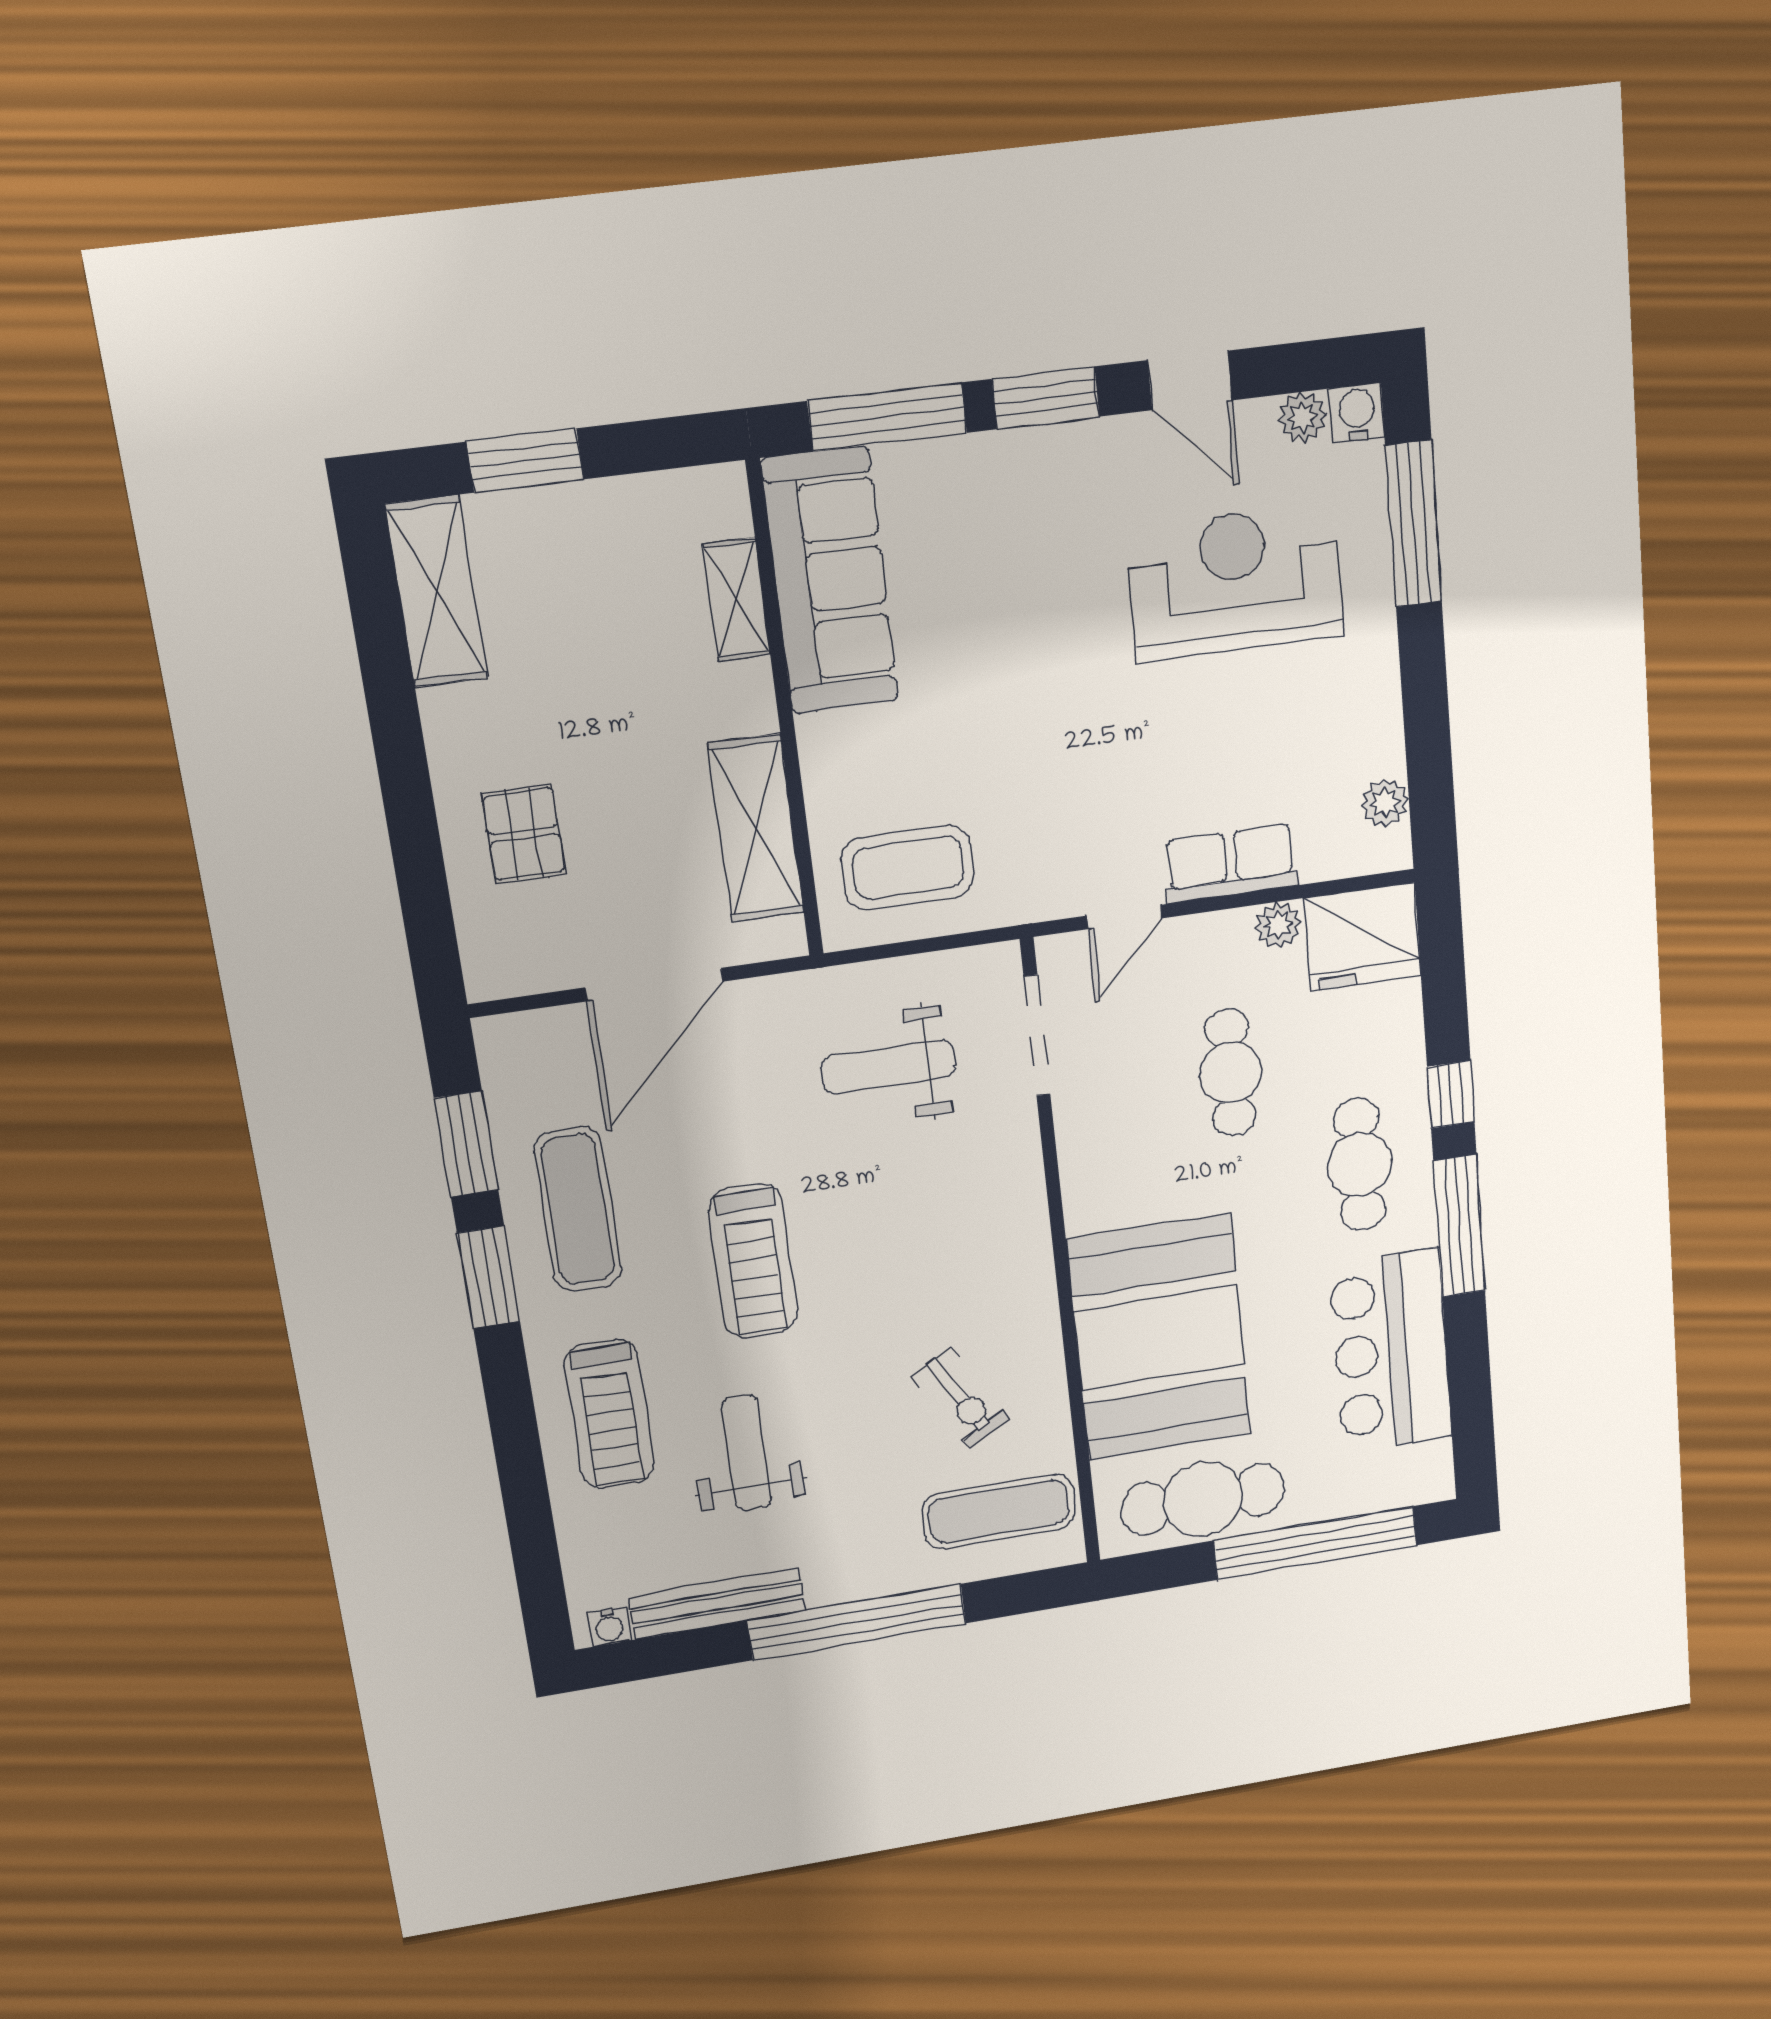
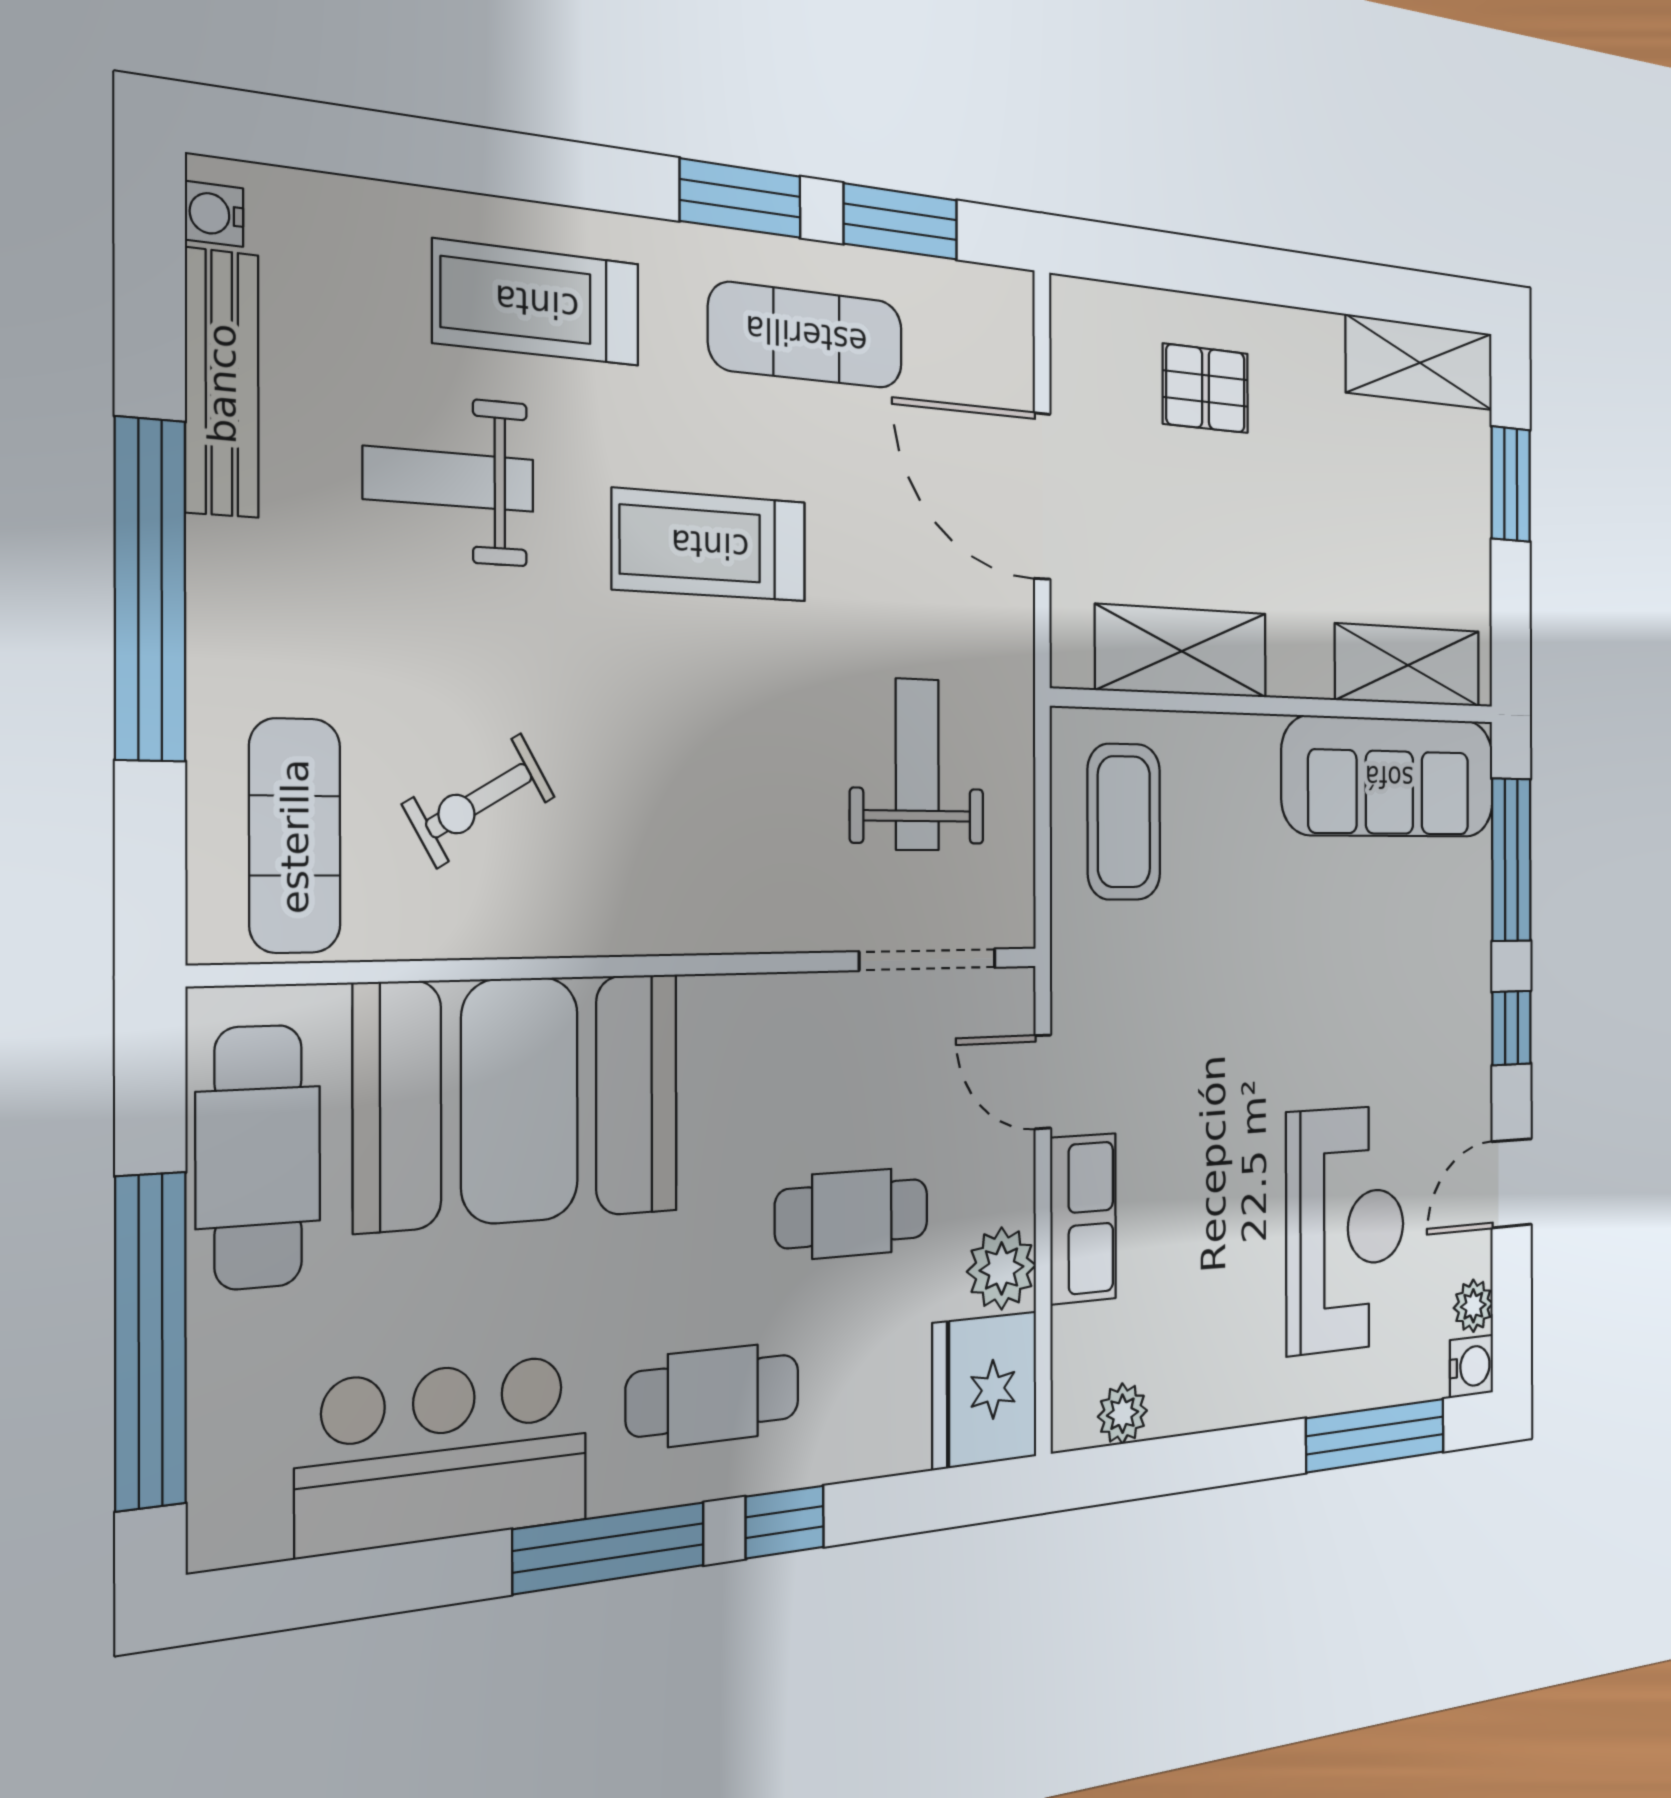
window: (1046, 398) -> (1512, 1028), width x0.67
shelving: (737, 599) -> (1408, 665), width x1.50, depth x1.33
plant: (1278, 925) -> (1002, 1268), width x1.38, depth x1.38
weight bench: (747, 1453) -> (449, 479), turned 180

